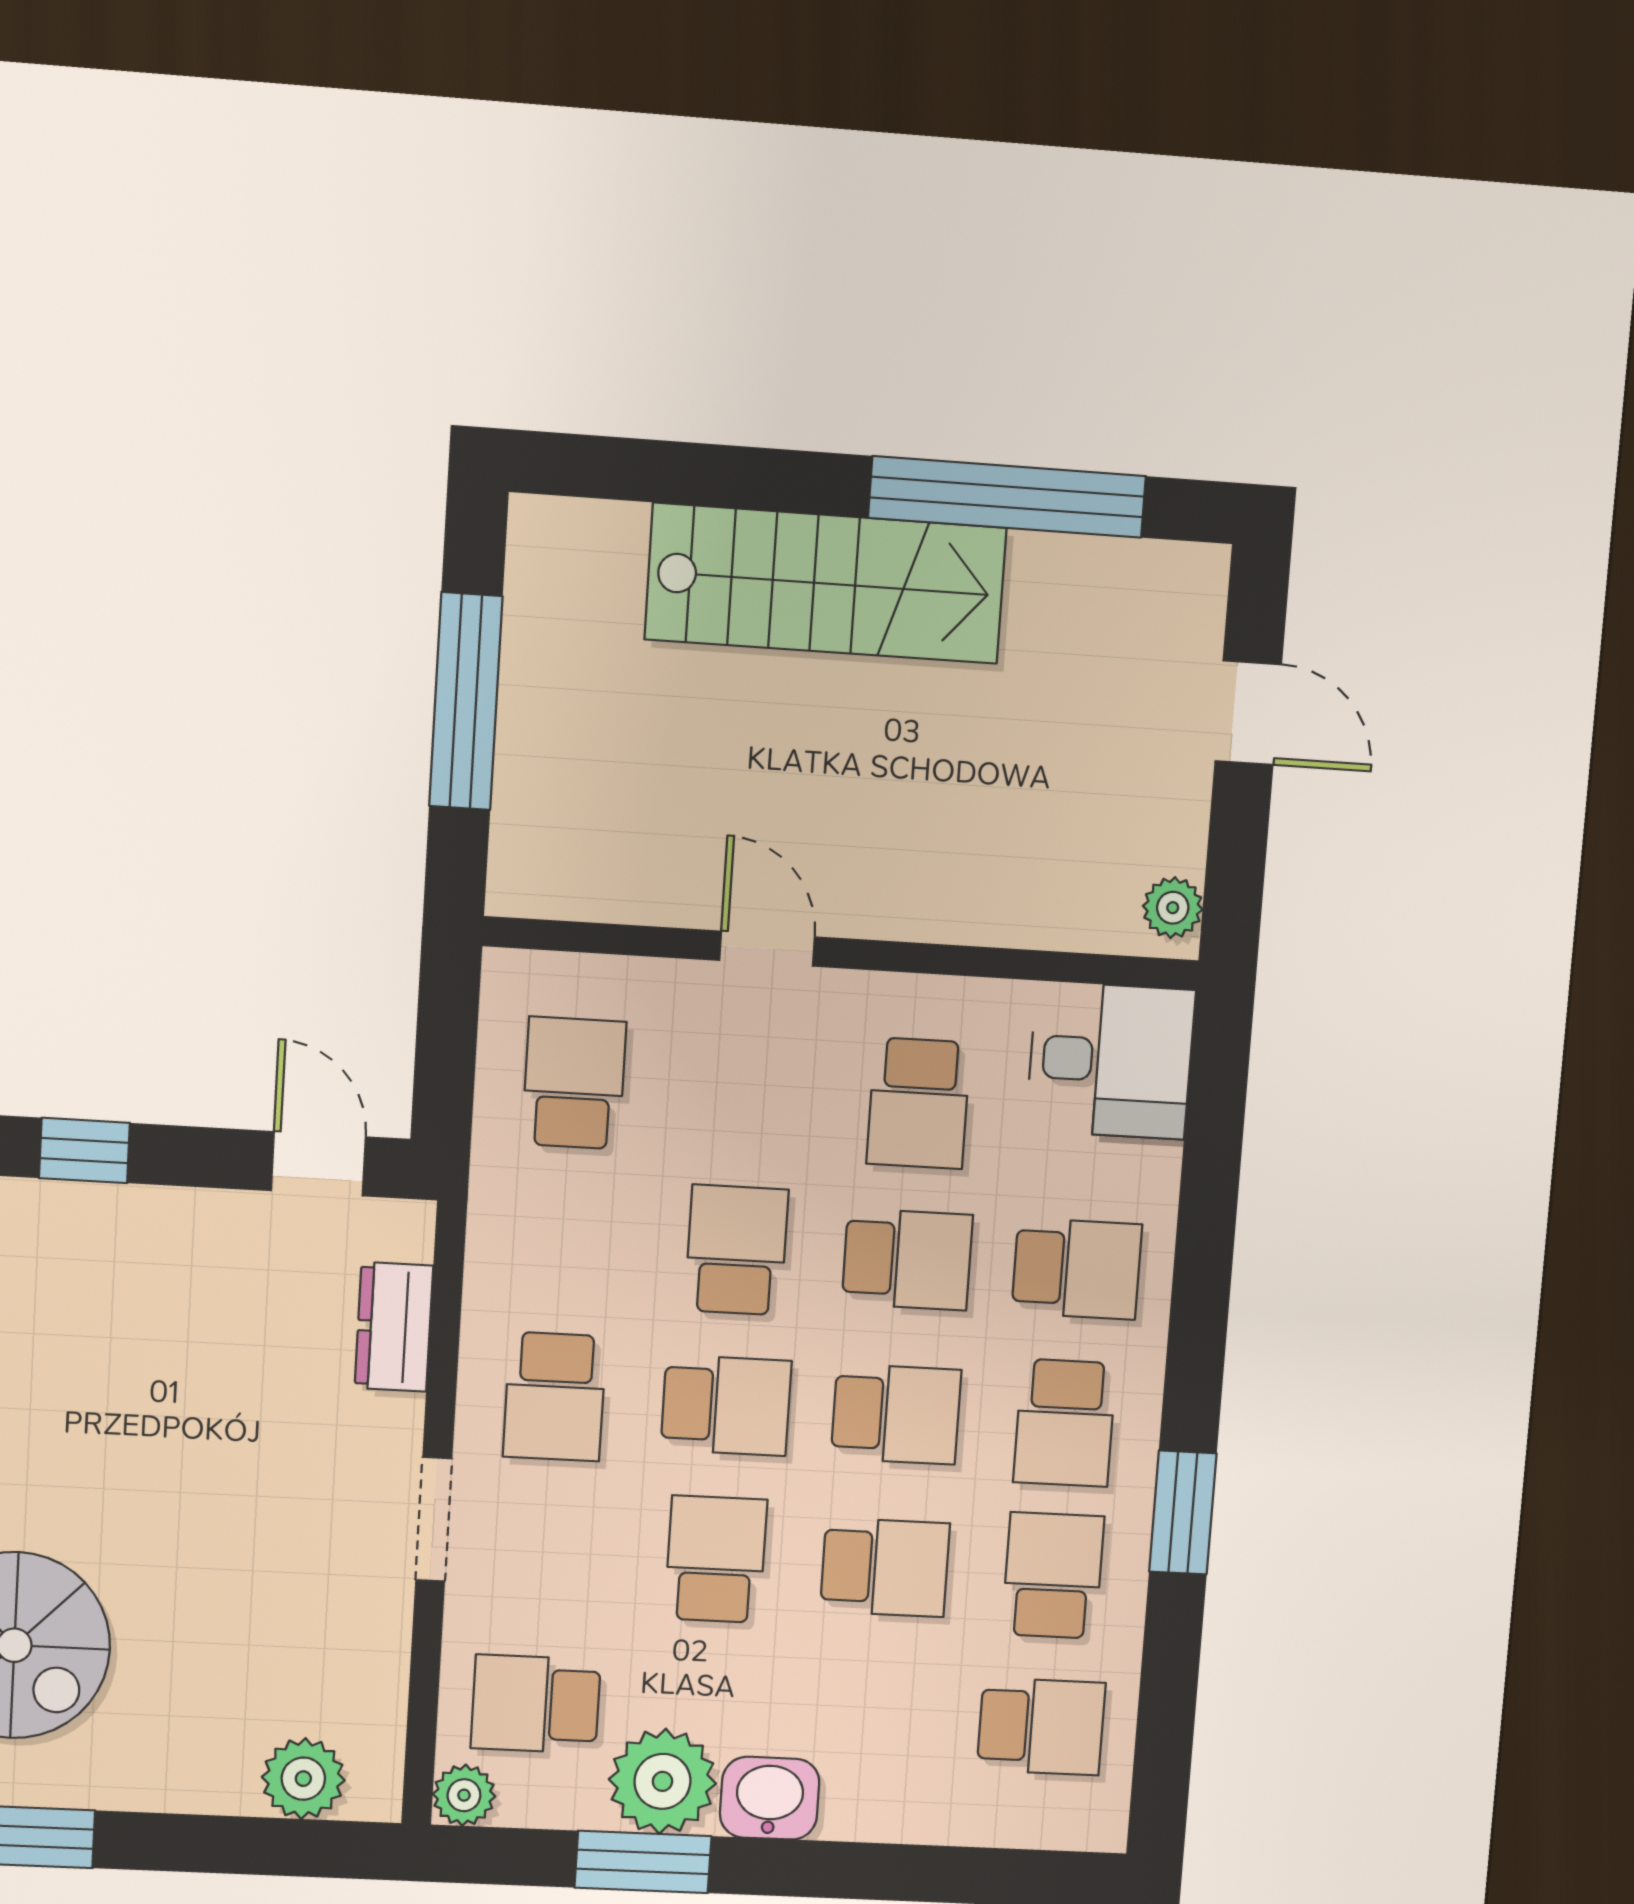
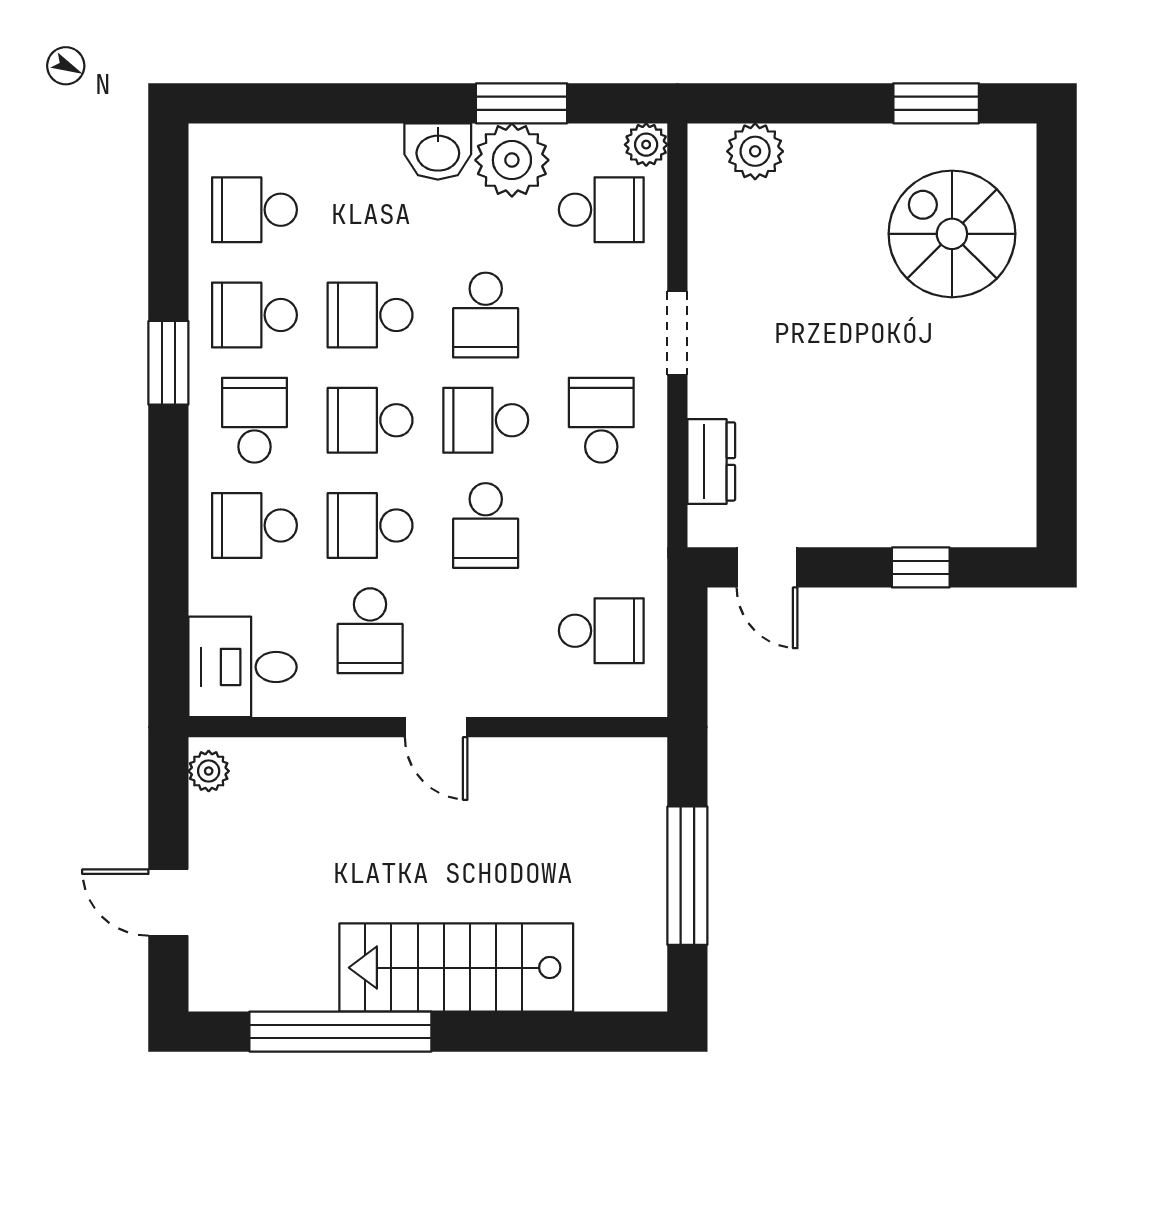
door: (767, 949) -> (436, 727), moved
school desk: (574, 1083) -> (601, 631), turned -90
school desk: (919, 1103) -> (370, 631), turned 180
school desk: (1053, 1575) -> (254, 315), turned 90

